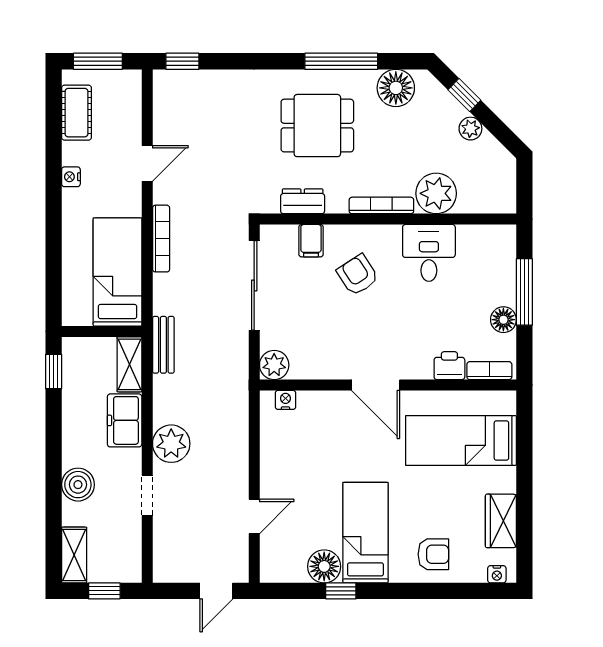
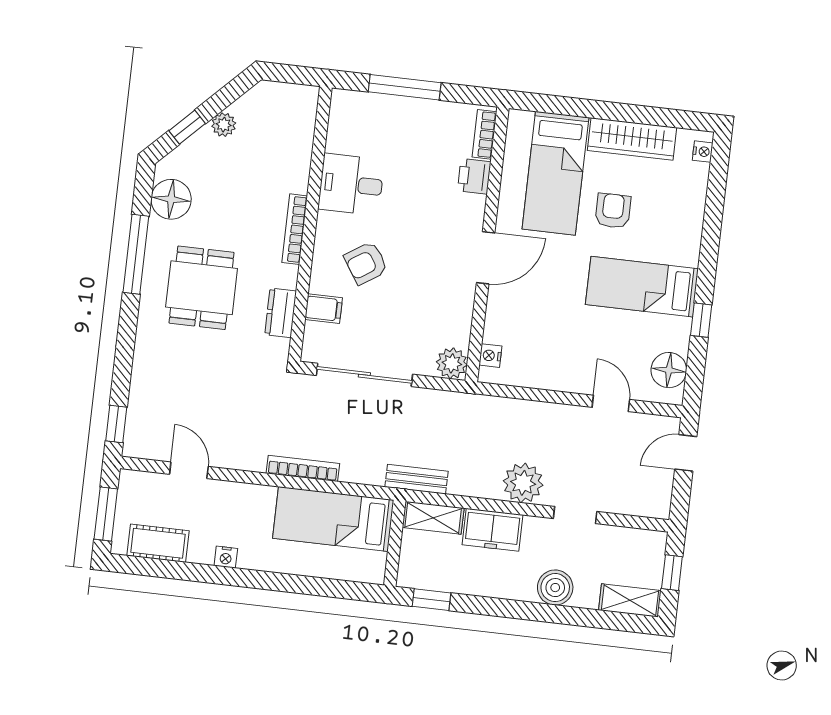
door: (147, 163) -> (189, 470), moved
plant: (436, 193) -> (289, 169), removed
floor lamp: (503, 320) -> (432, 113), removed
wardrobe: (501, 521) -> (632, 139), width x1.50
armchair: (433, 554) -> (613, 211), moved
floor lamp: (324, 566) -> (669, 370), moved
door: (216, 591) -> (686, 453), swing flipped

